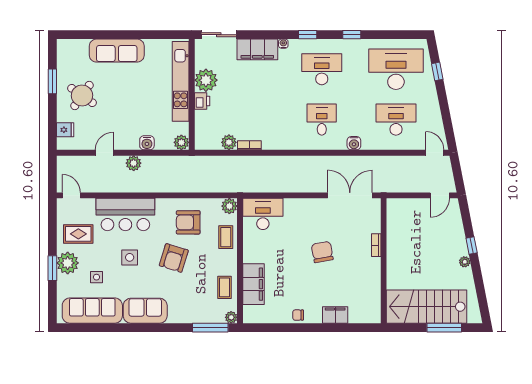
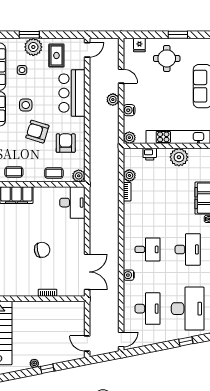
round table: (82, 96) -> (167, 58), turned -35
printer: (202, 101) -> (150, 154), moved
side table: (130, 257) -> (26, 105), moved

